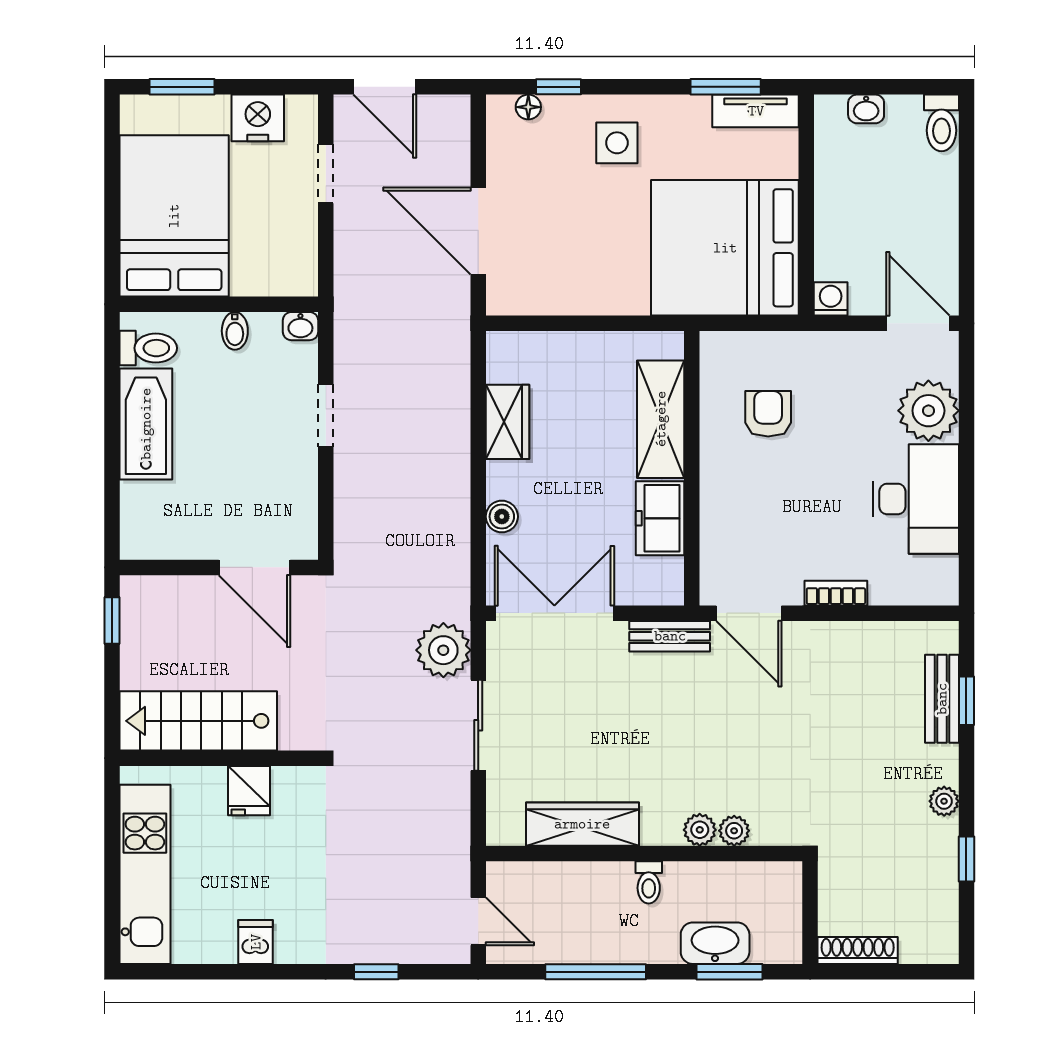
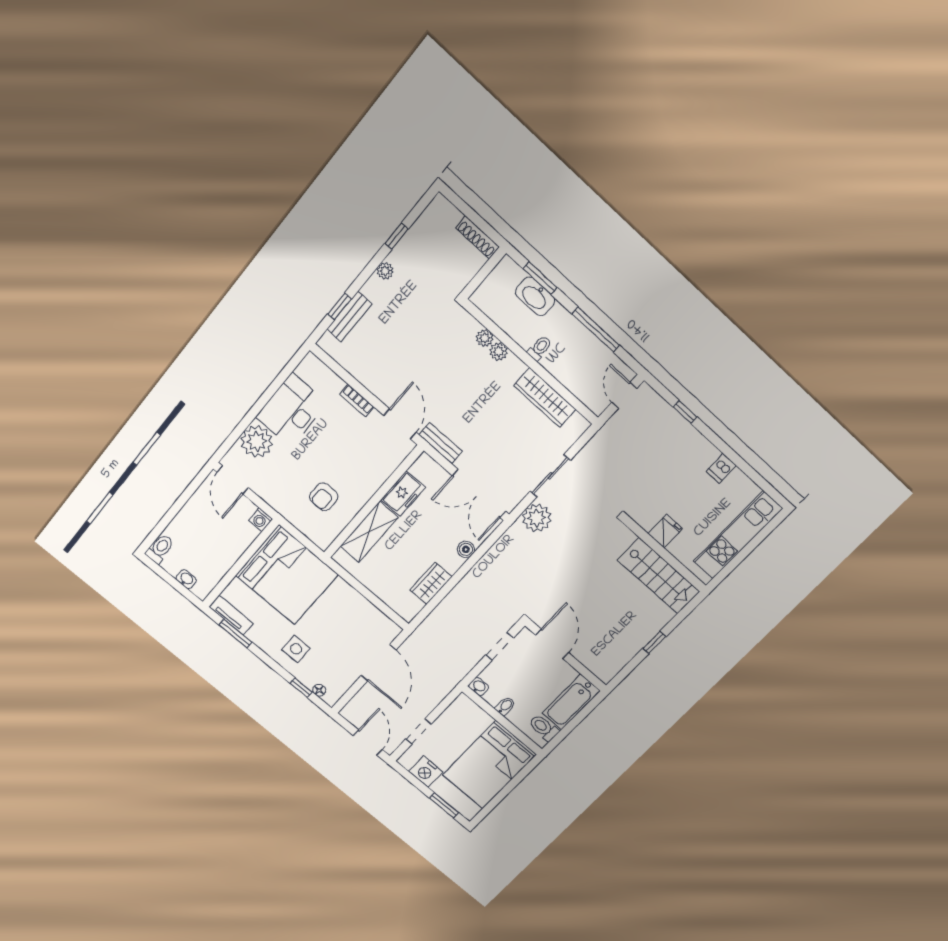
wall: (219, 567) -> (566, 656), moved
door: (254, 567) -> (552, 644), moved

